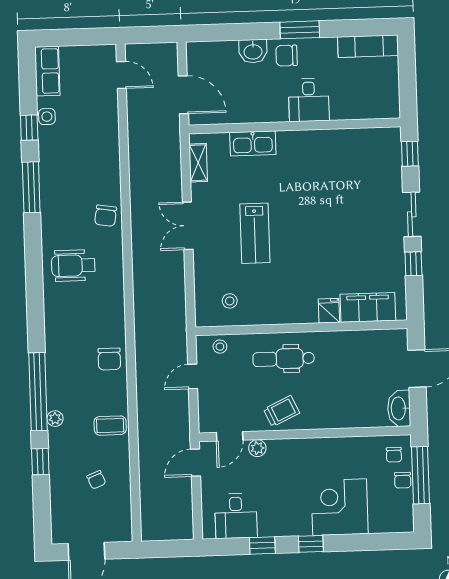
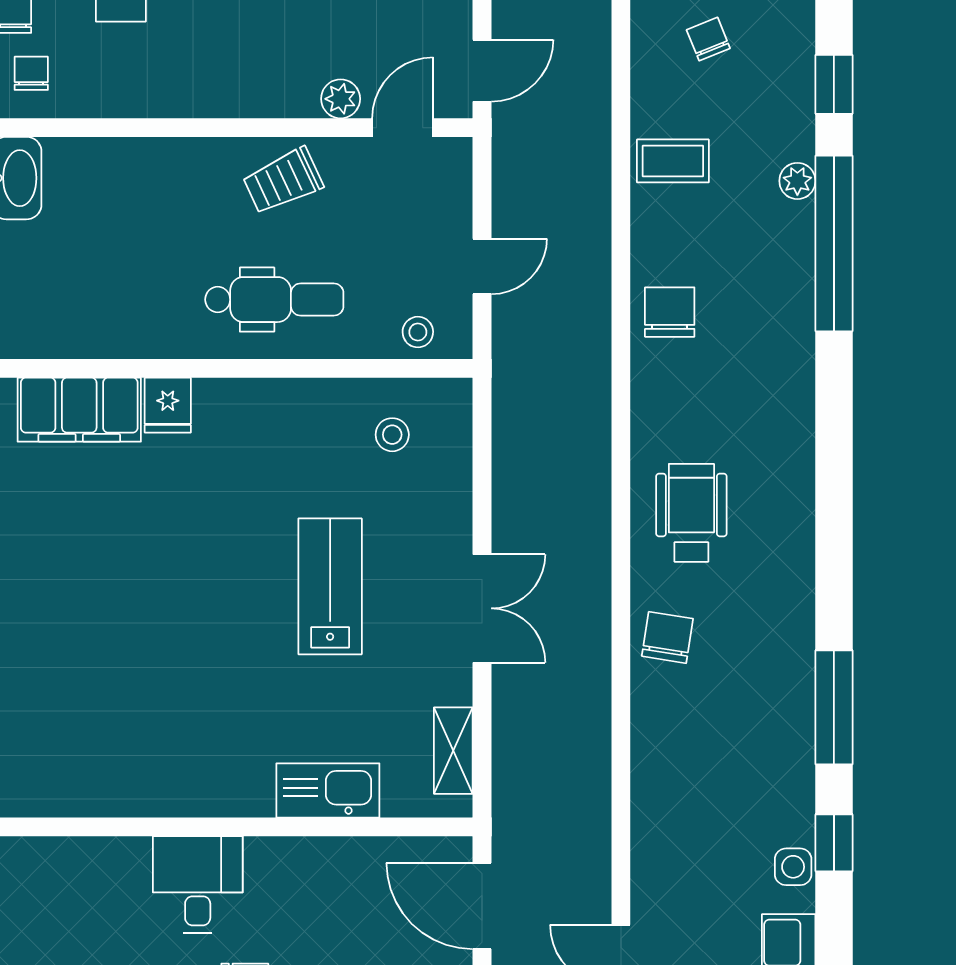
wheelchair: (73, 266) -> (691, 513), moved, turned -90

